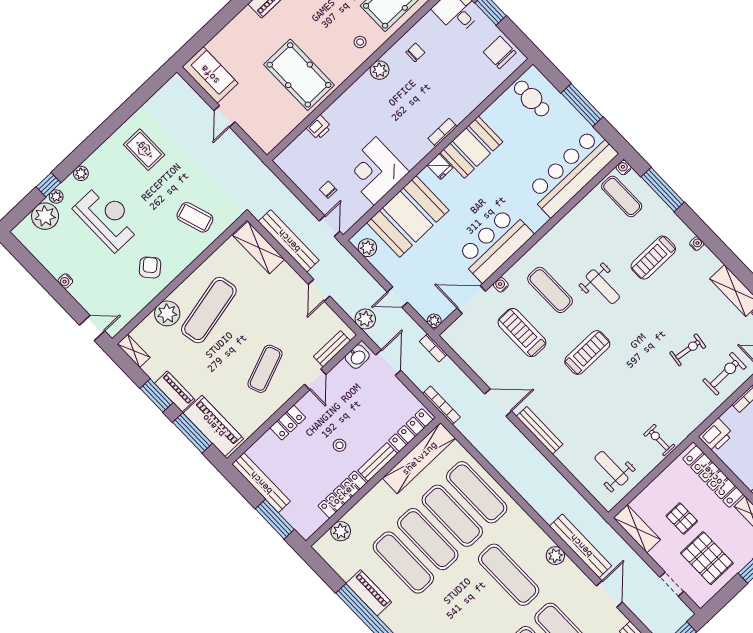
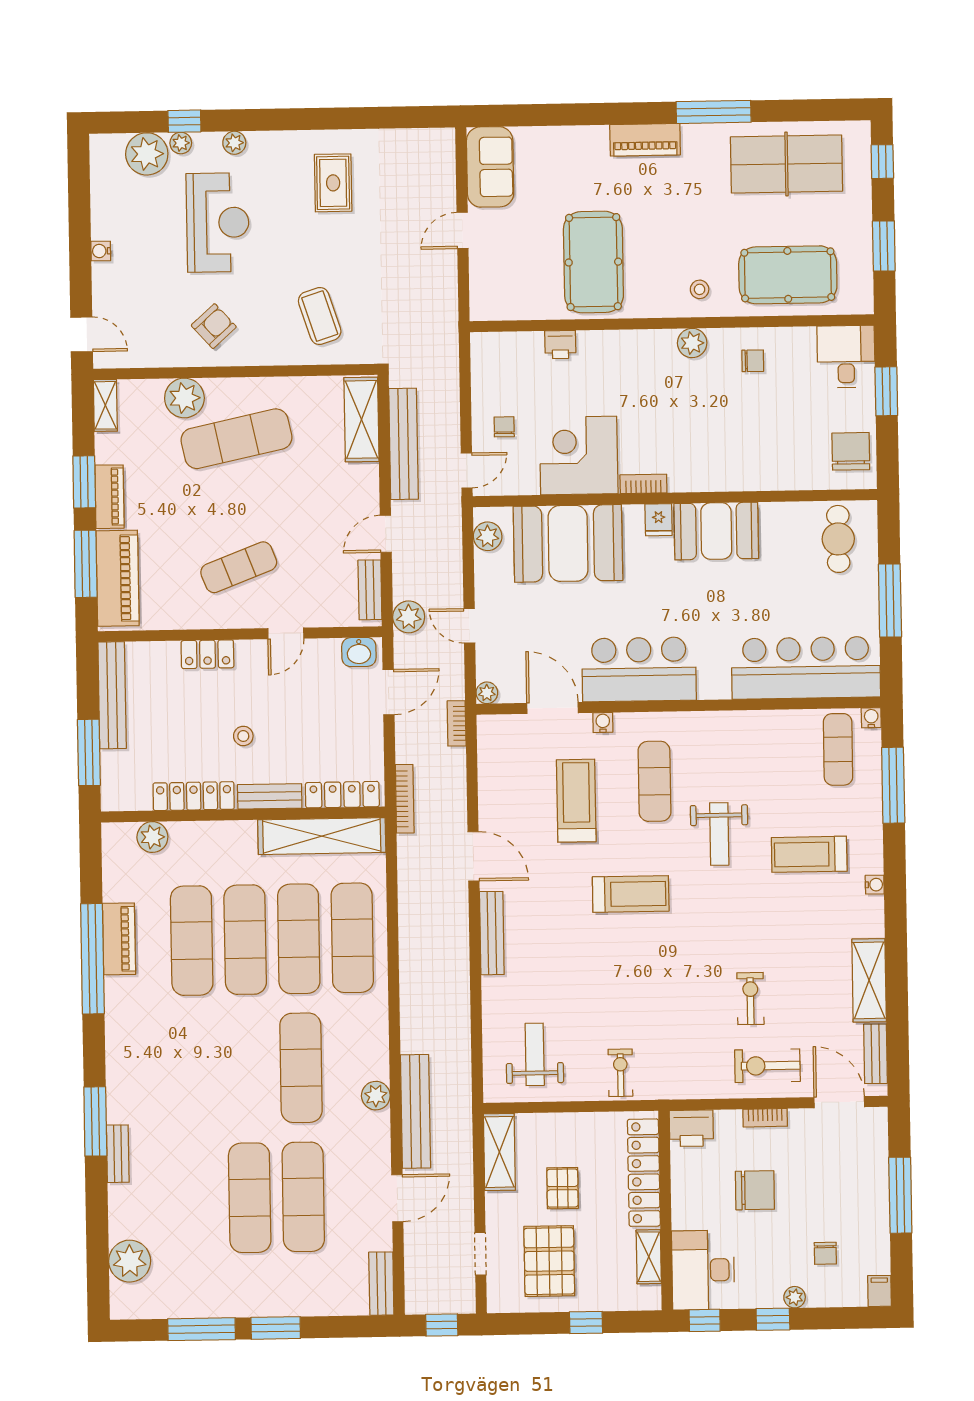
bookcase: (442, 132) -> (643, 484), moved
bench: (332, 349) -> (370, 590), moved, turned 90
exercise bike: (688, 350) -> (750, 999), turned -98
exercise bike: (725, 374) -> (767, 1066), turned 180

